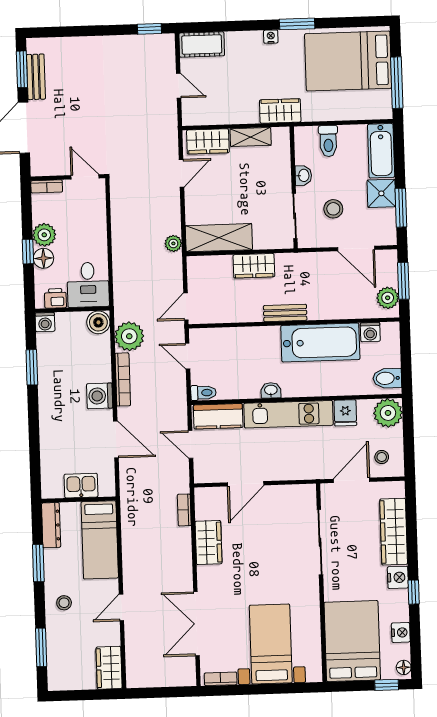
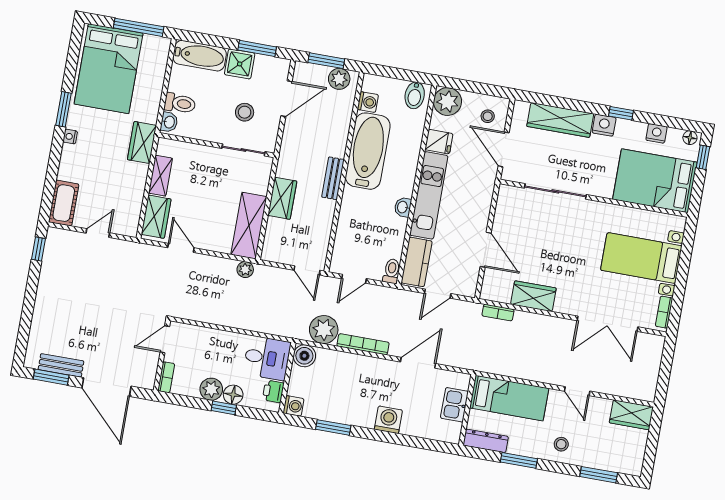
washbasin: (303, 175) -> (169, 122), moved, turned 90
washing machine: (100, 396) -> (388, 420), moved, turned 180

